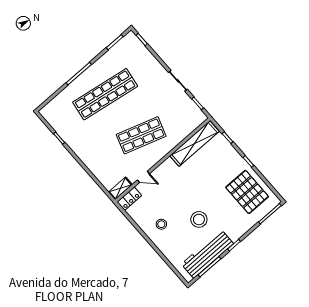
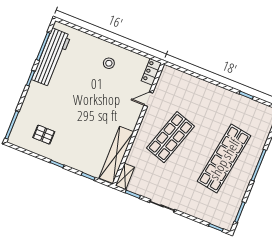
shelving: (120, 188) -> (125, 176), moved
pallet: (247, 192) -> (44, 135), width x0.49, depth x0.50
stool: (199, 219) -> (76, 86), removed

